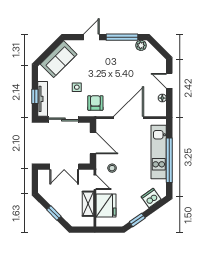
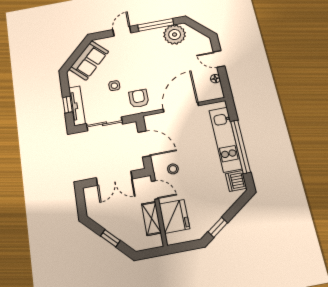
plant: (141, 45) -> (175, 35), width x1.88, depth x1.88
dishwasher: (151, 198) -> (236, 181), moved, turned -55

